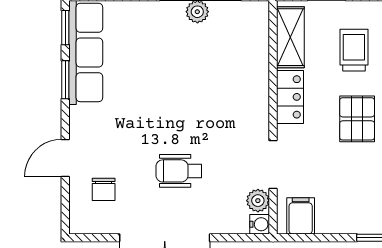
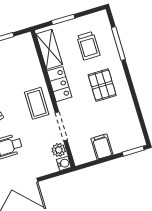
trolley: (354, 50) -> (88, 46), turned 180
coffee table: (245, 117) -> (37, 103), added
filing cabinet: (301, 216) -> (102, 147), moved

